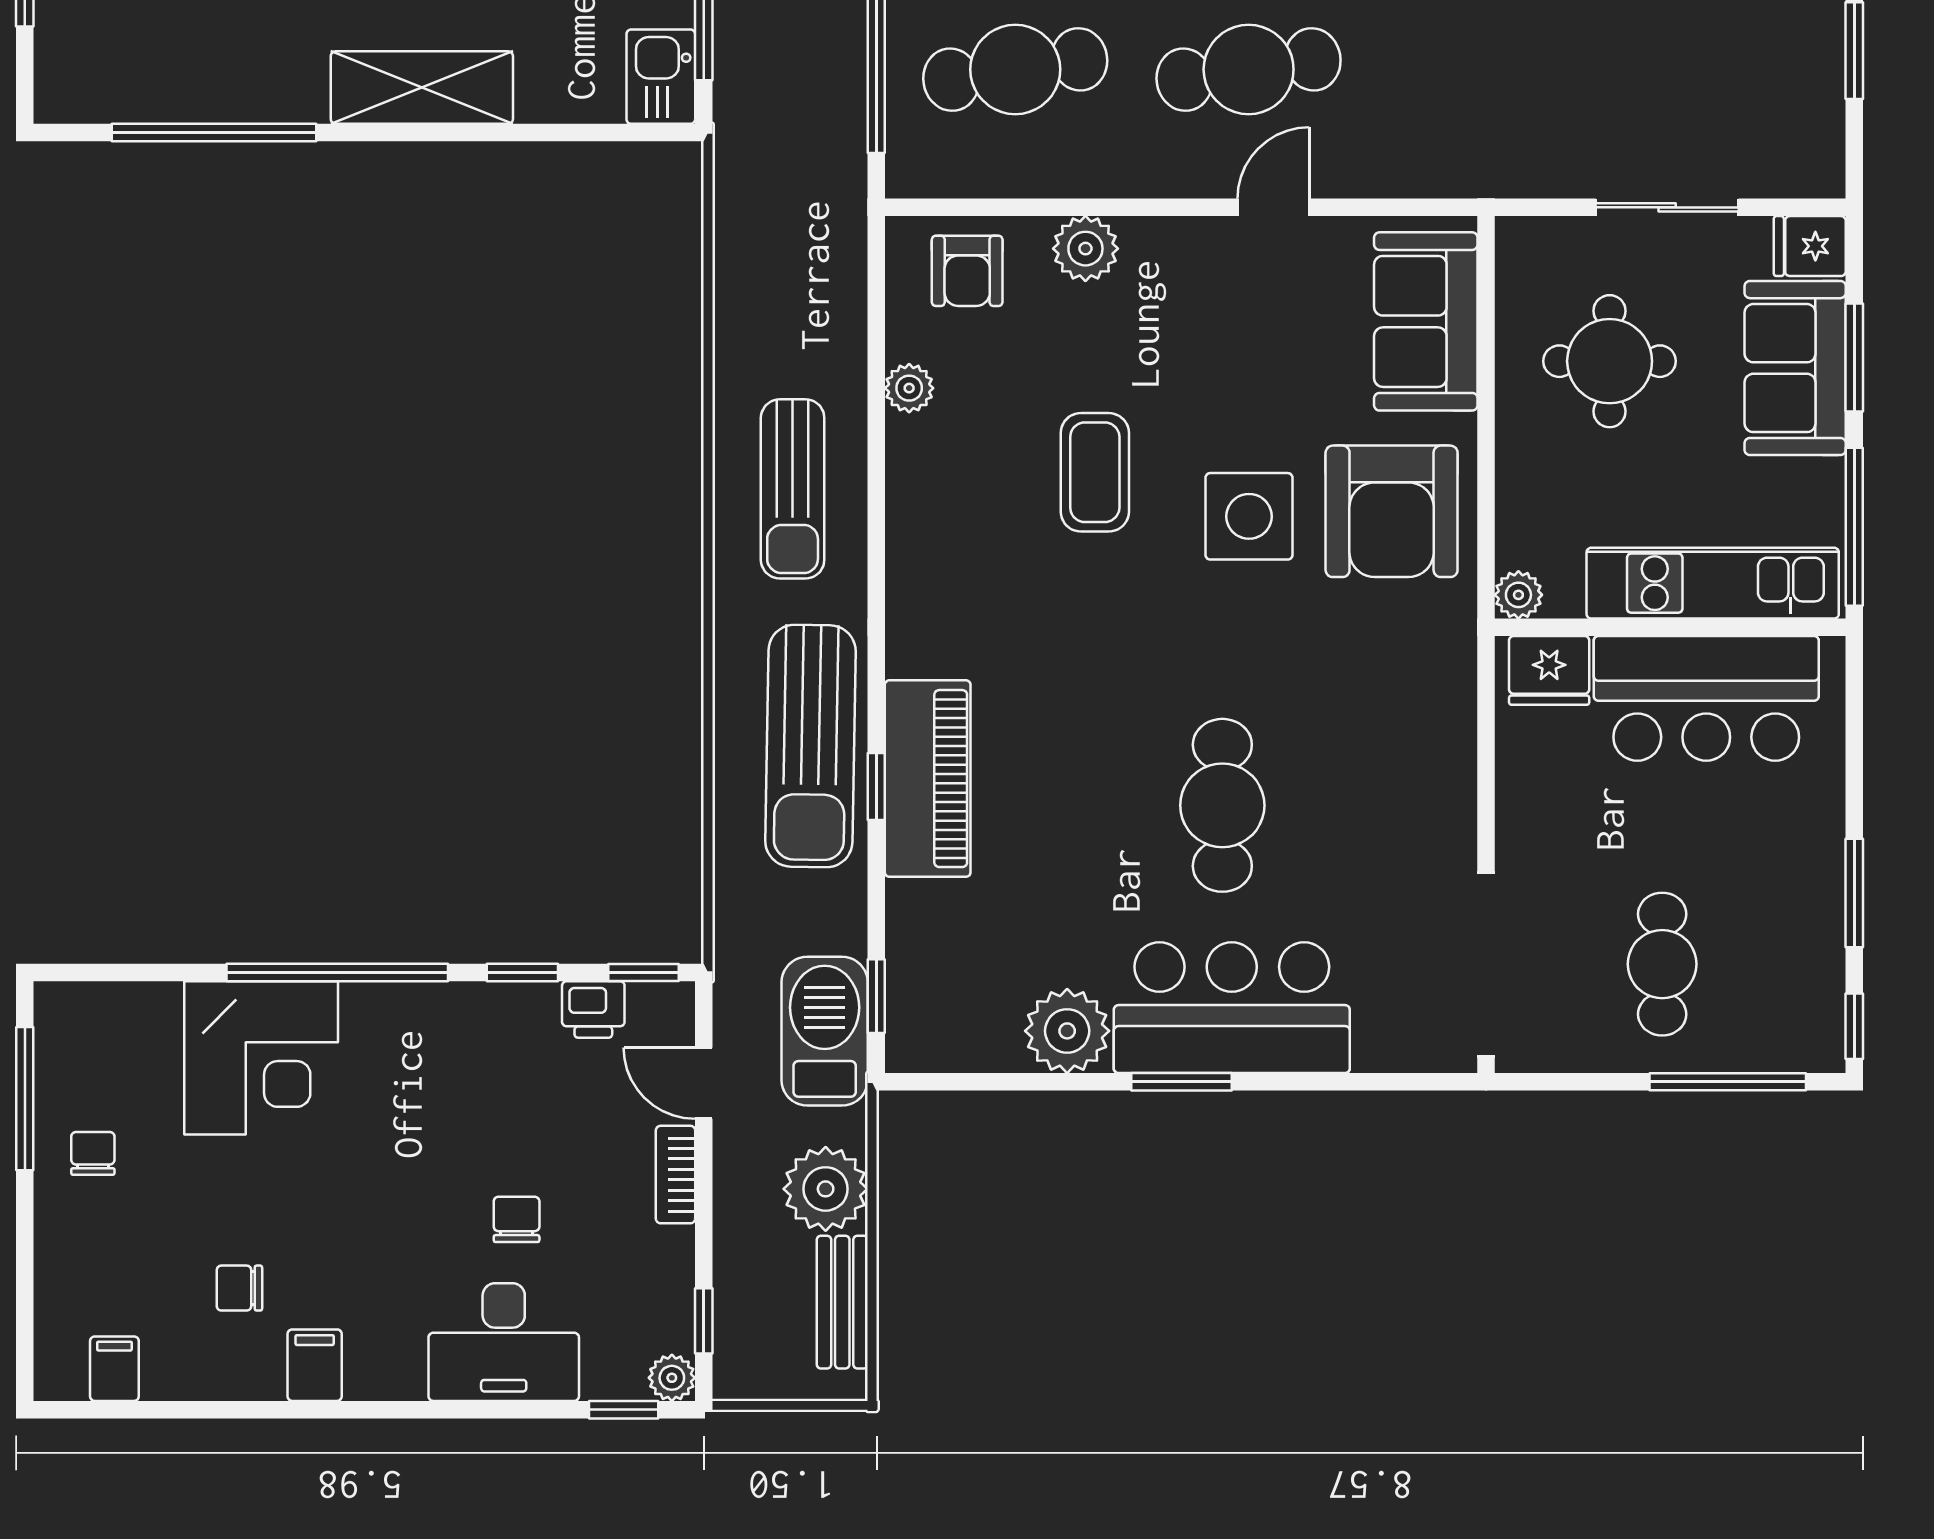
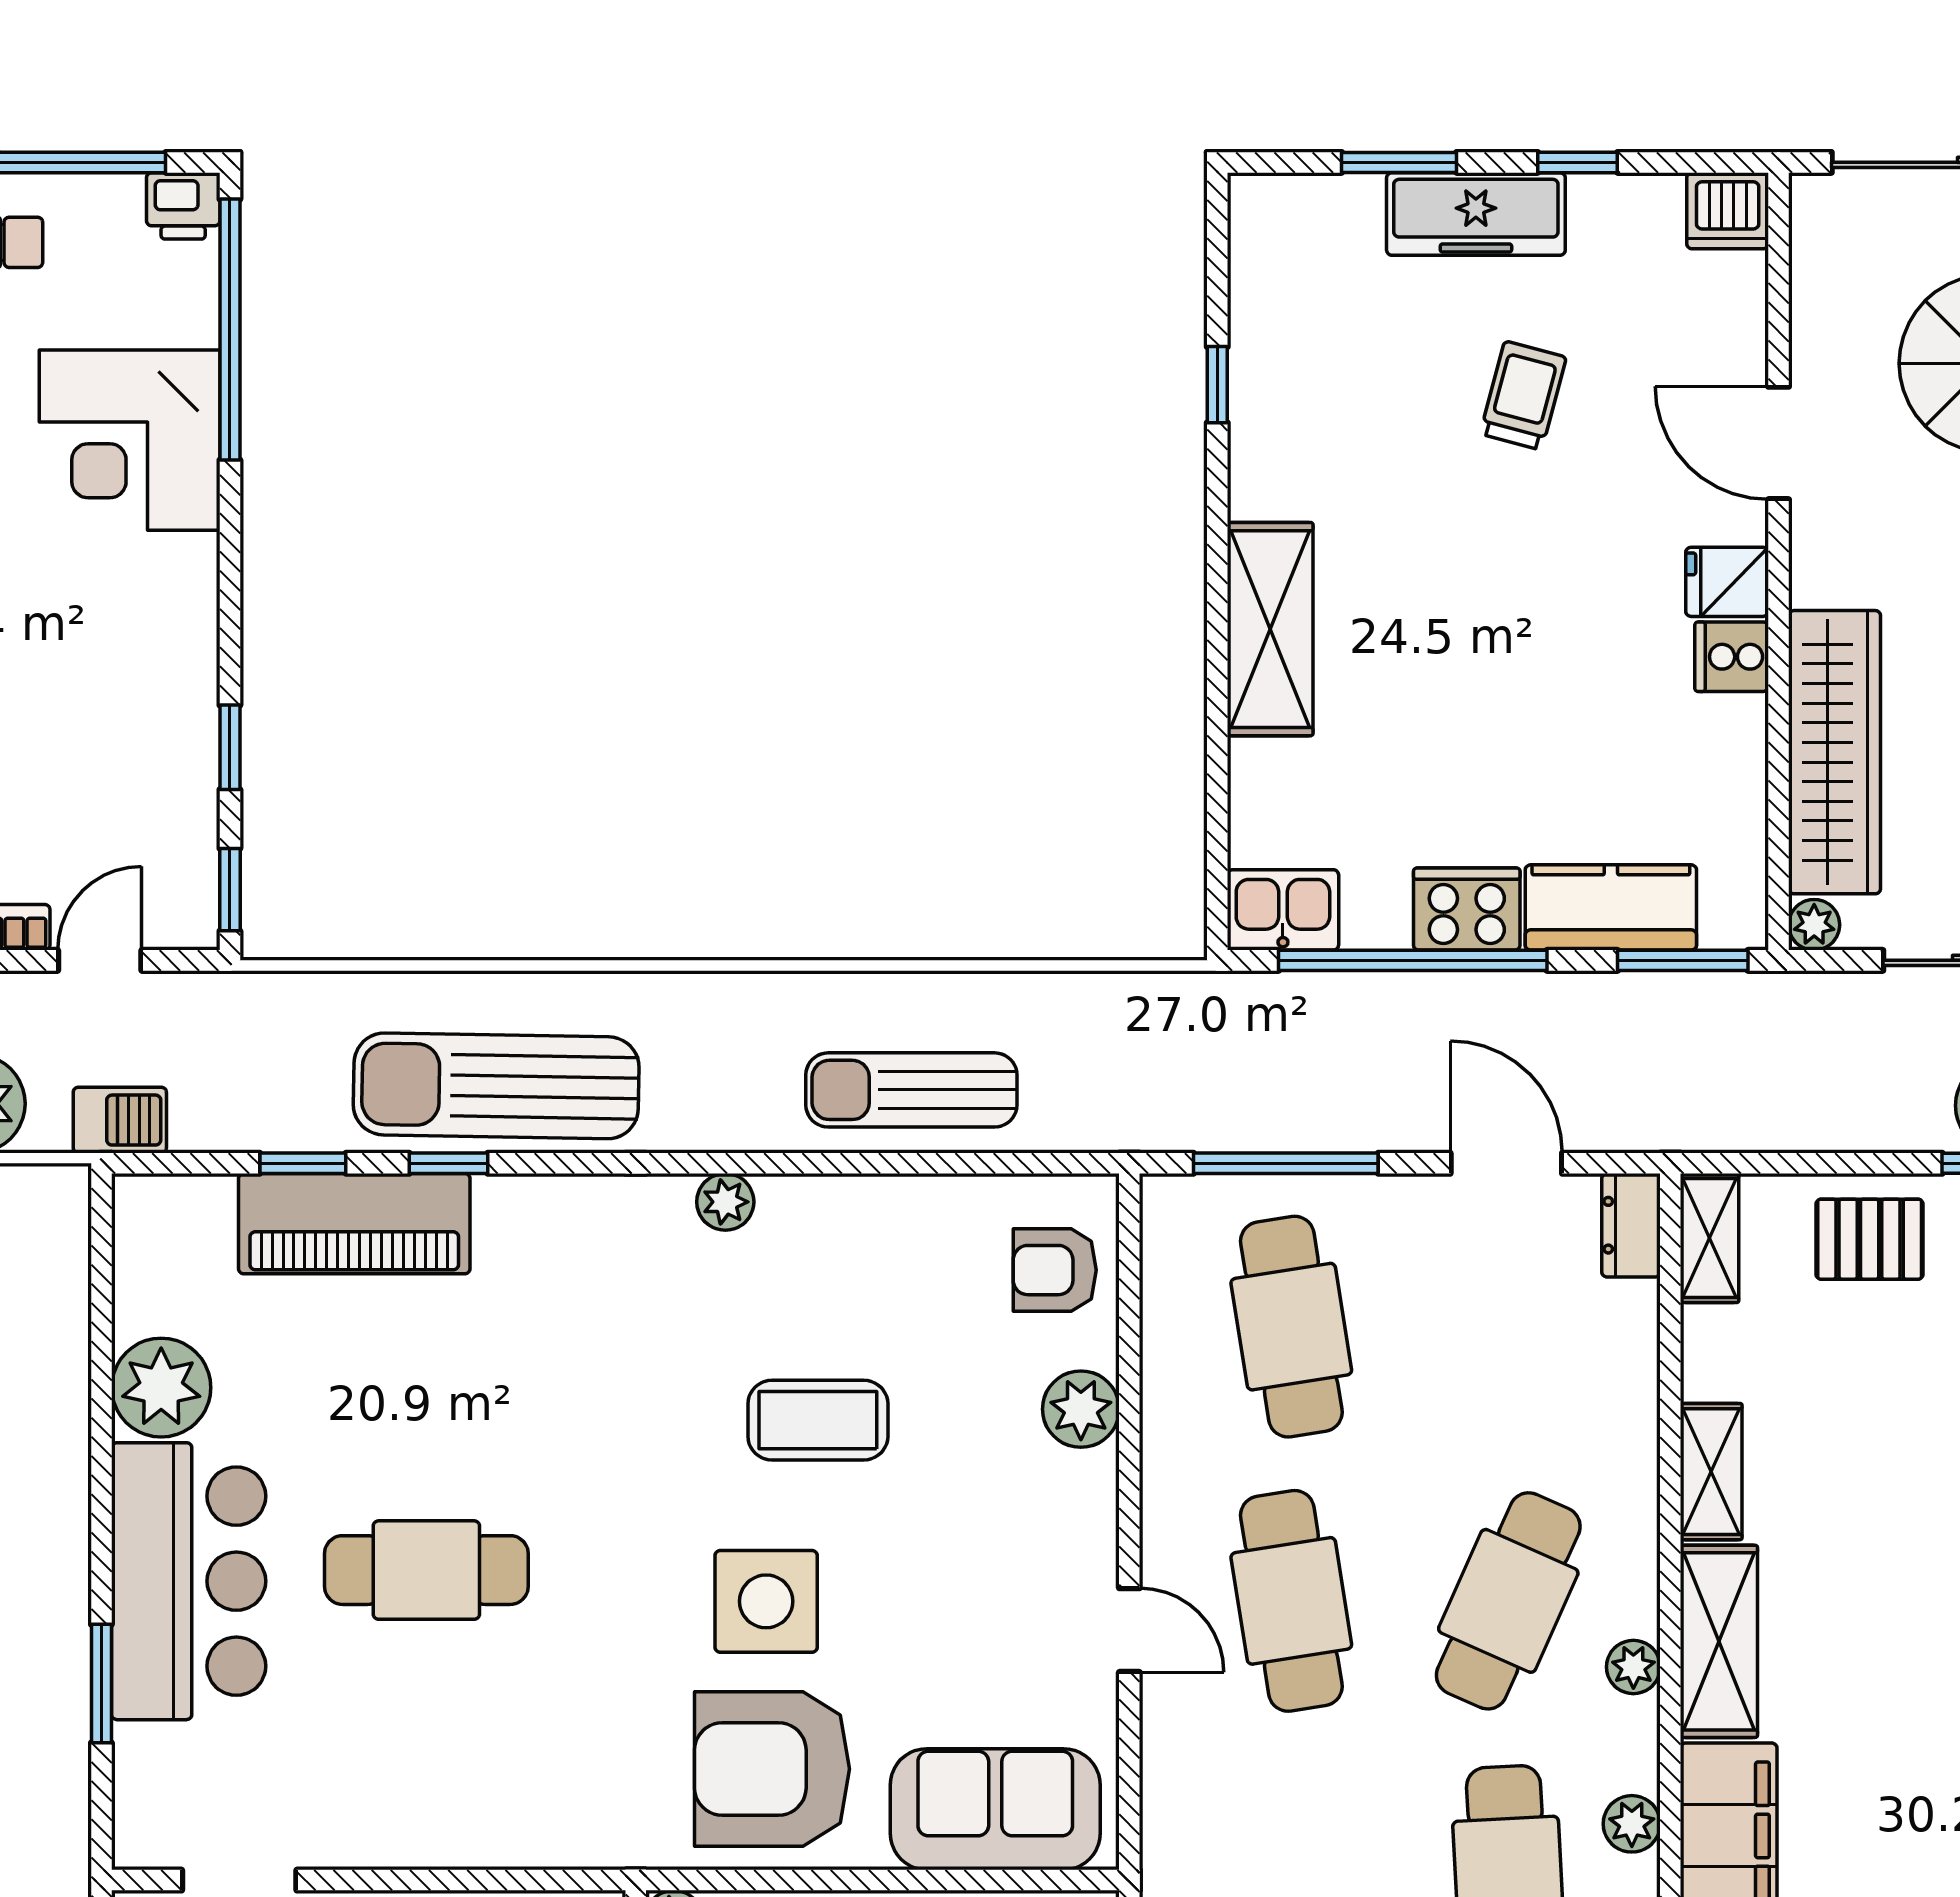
window: (214, 133) -> (1217, 385), width x0.32
plant: (909, 388) -> (725, 1202), moved
sun lounger: (793, 489) -> (911, 1090), moved
piano: (928, 779) -> (354, 1224), moved
doorway: (1486, 965) -> (239, 1880), width x0.53
window: (337, 972) -> (230, 330), moved
window: (876, 996) -> (303, 1163), moved
printer: (593, 1009) -> (183, 206), moved, turned -90
barbecue: (825, 1031) -> (120, 1120), width x0.53, depth x0.65
window: (1181, 1082) -> (101, 1684), moved

